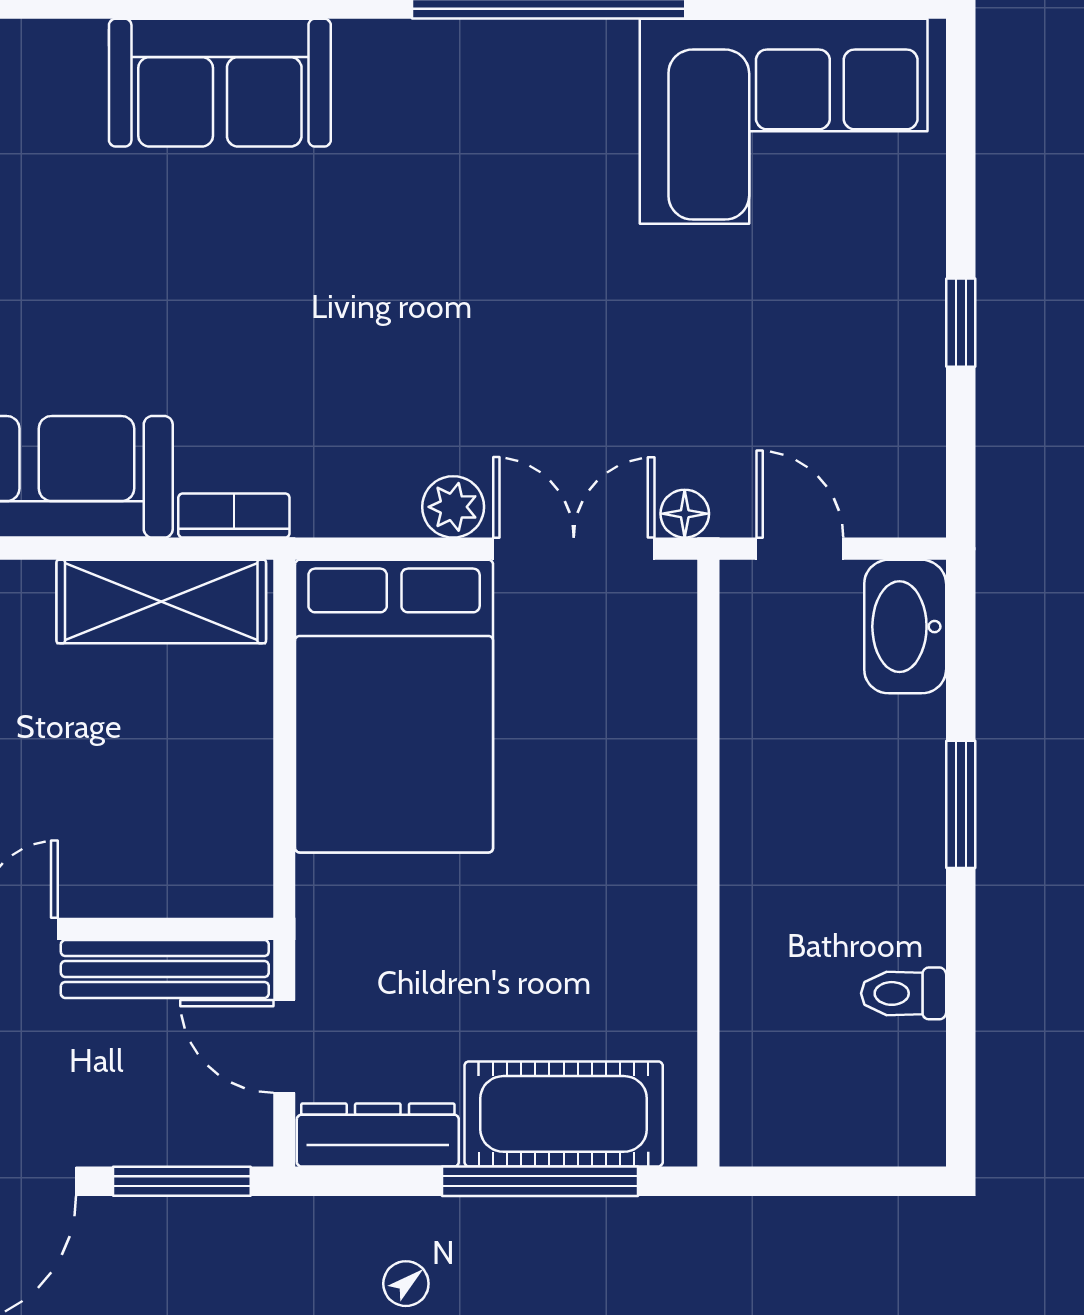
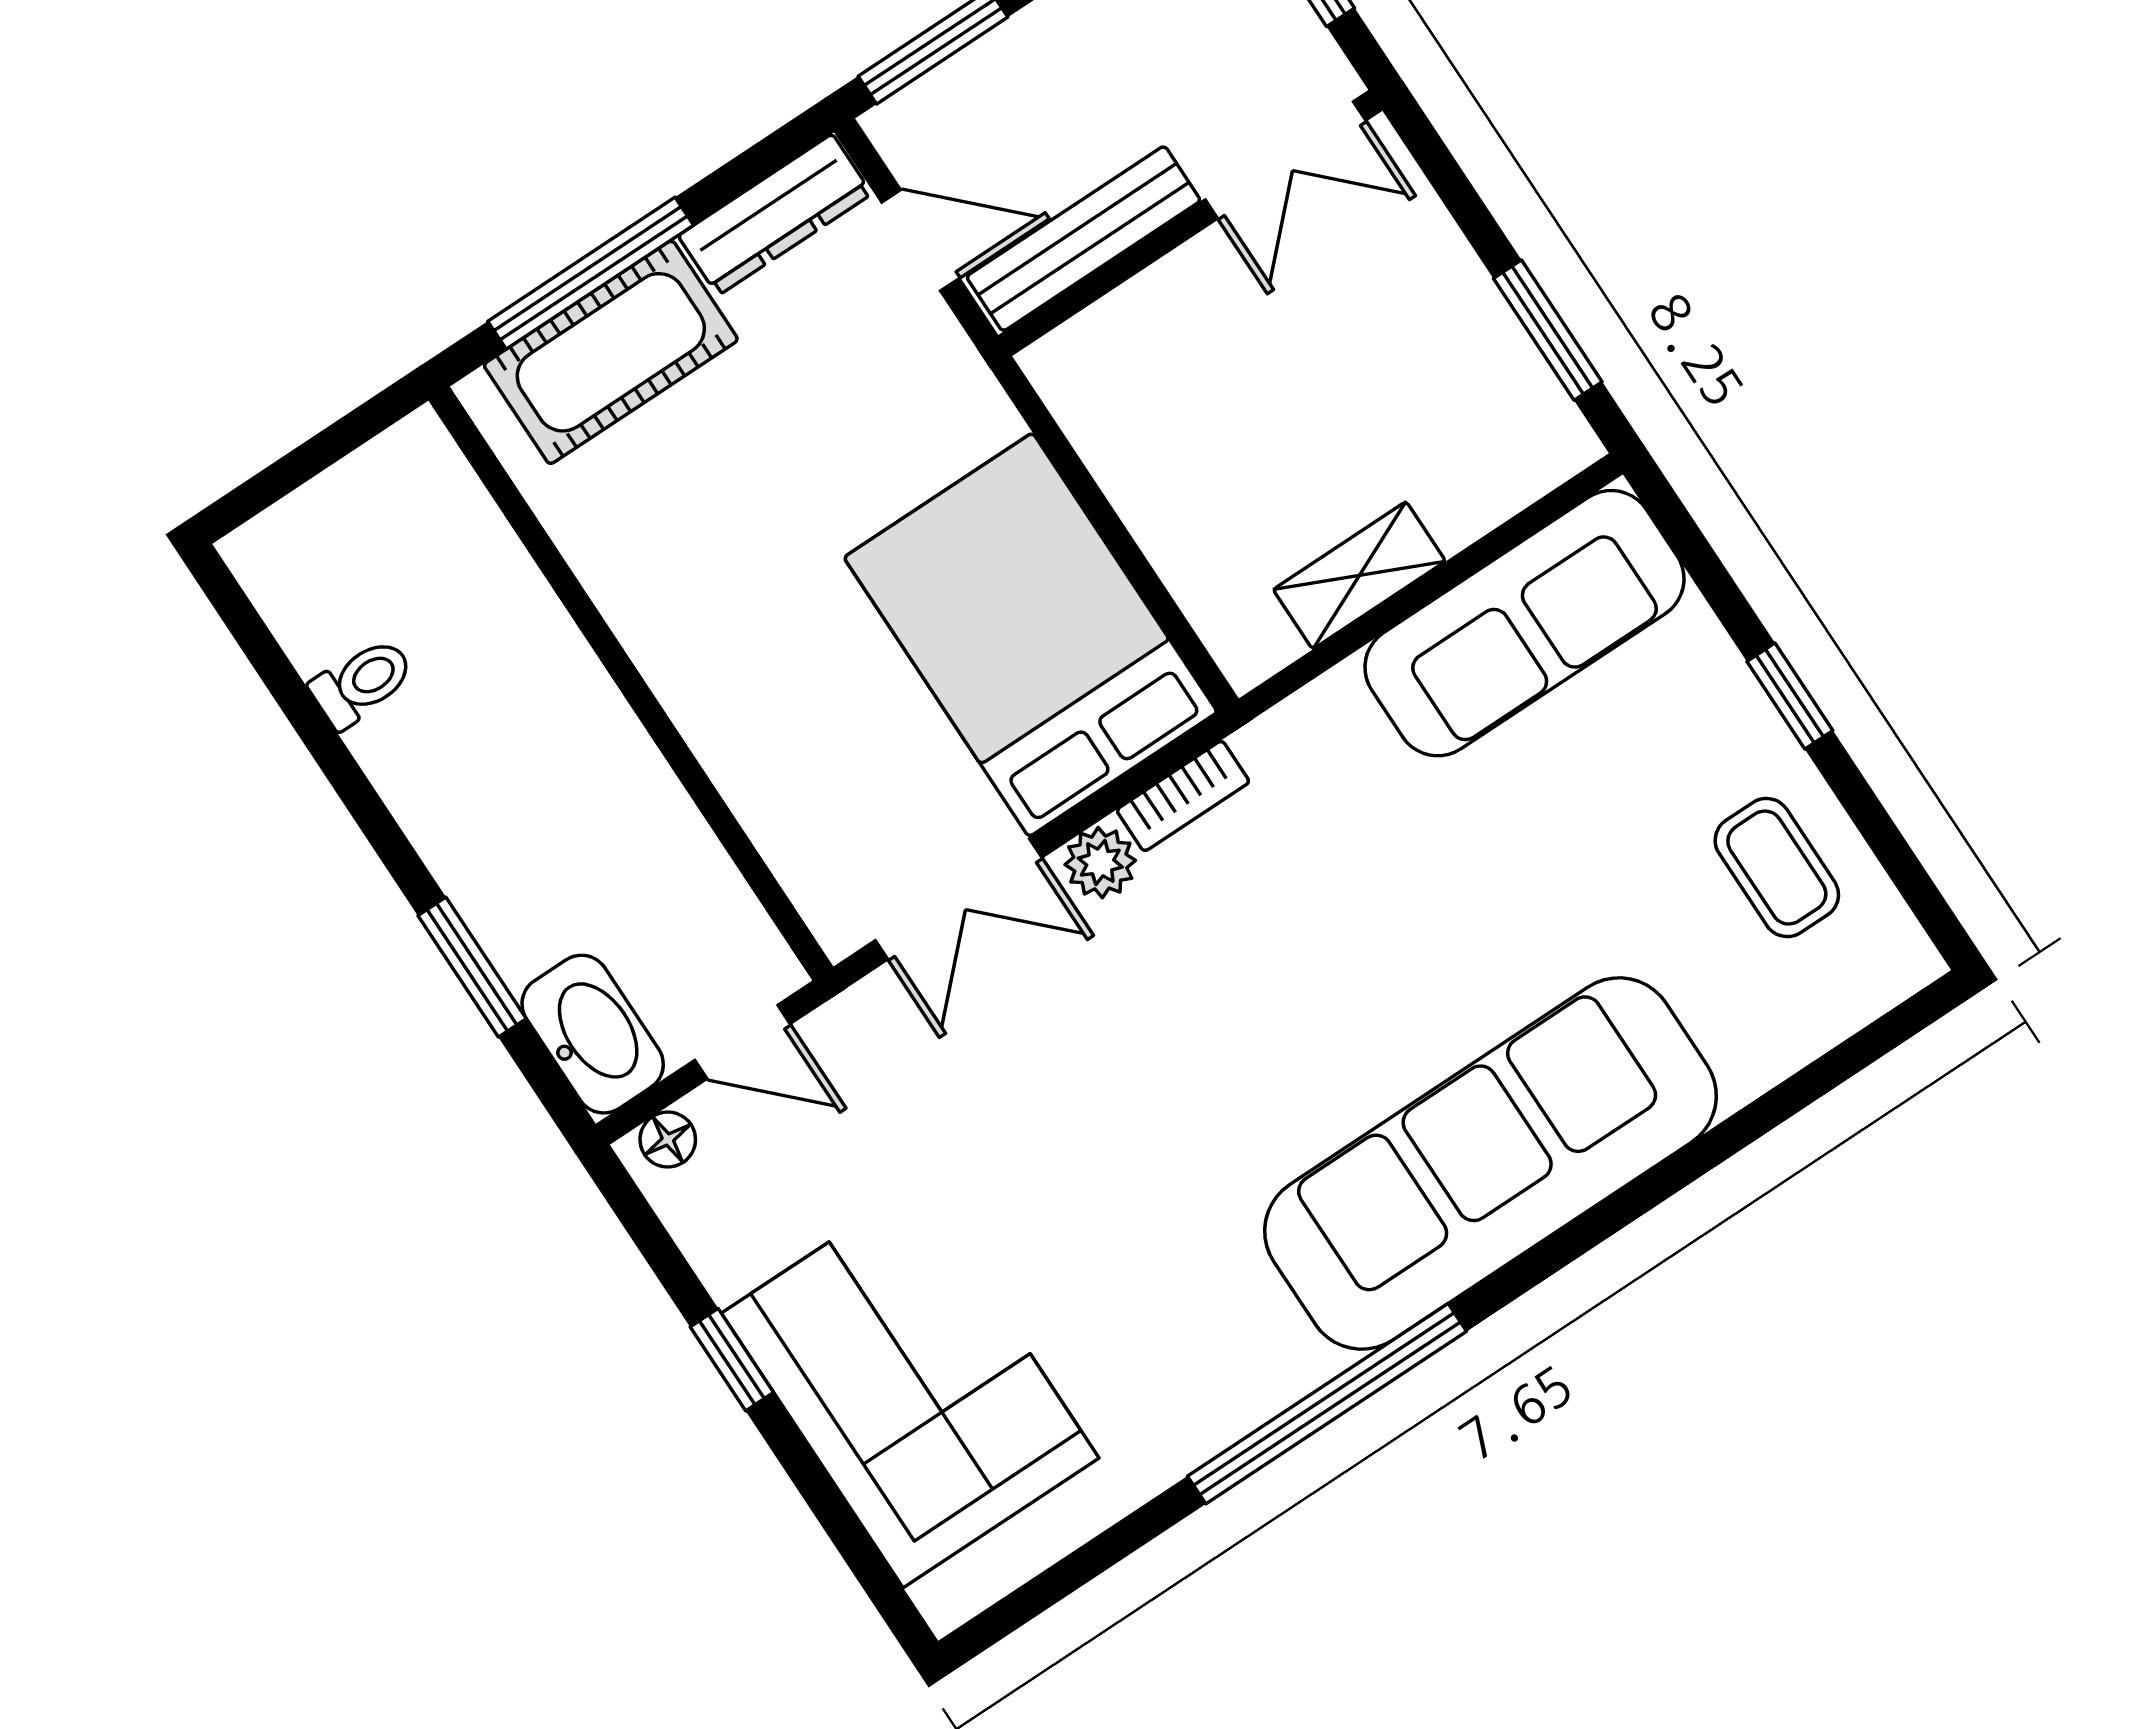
sofa: (220, 83) -> (1491, 1164), width x1.85, depth x1.27
corner sofa: (784, 121) -> (910, 1386), moved, turned 90
floor lamp: (685, 514) -> (668, 1140), moved
bookcase: (234, 516) -> (1183, 796), moved
shelving: (161, 602) -> (1359, 575), width x0.67, depth x0.75
window: (961, 804) -> (472, 967), moved

